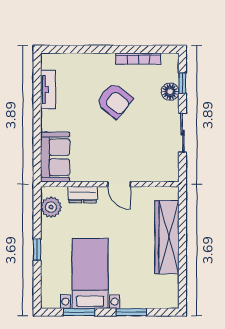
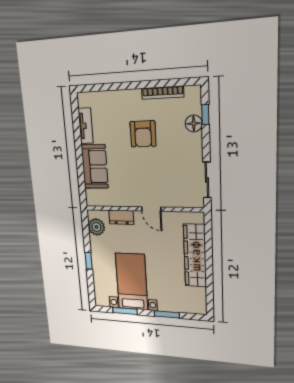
armchair: (114, 101) -> (143, 134), turned 51
sliding door: (182, 133) -> (207, 180), moved
sofa: (55, 157) -> (95, 167), moved

